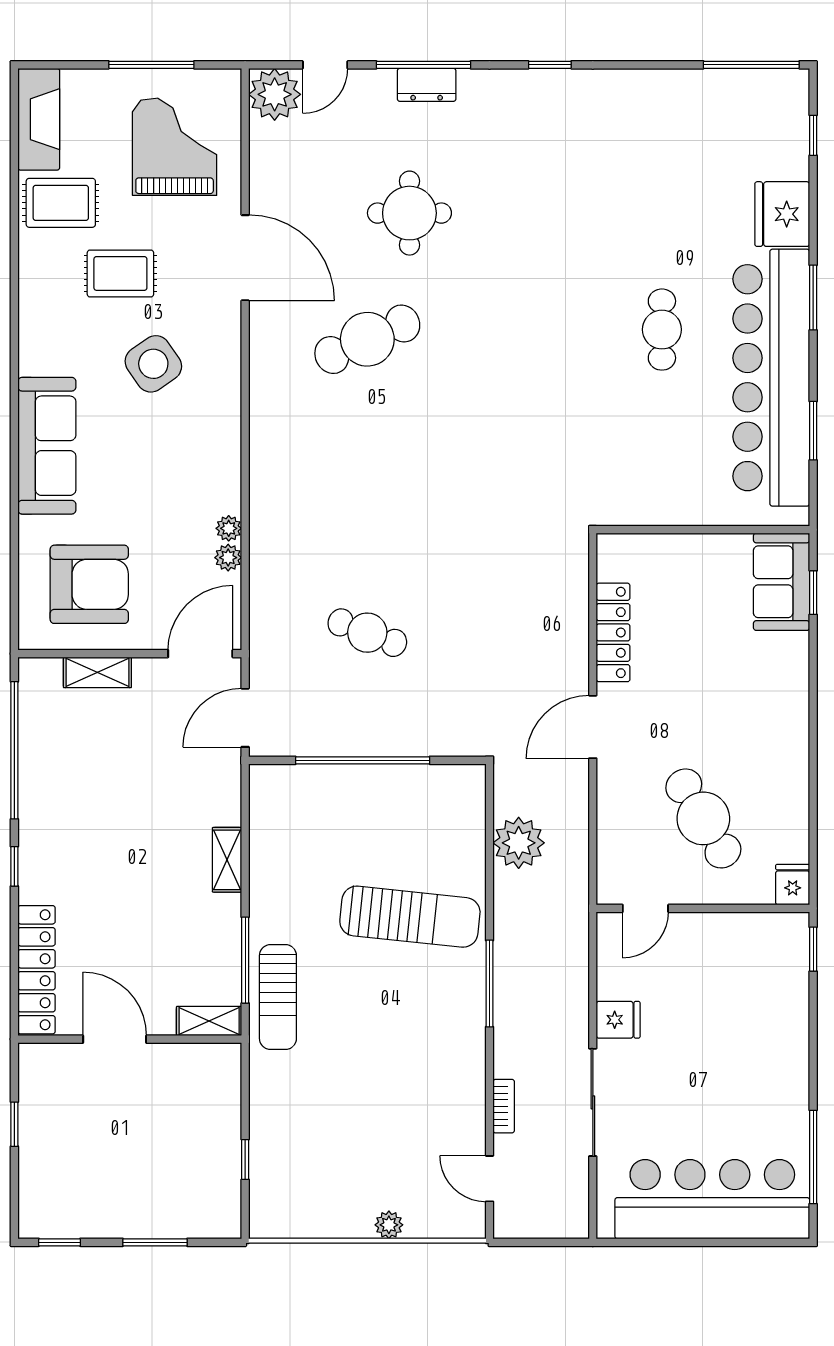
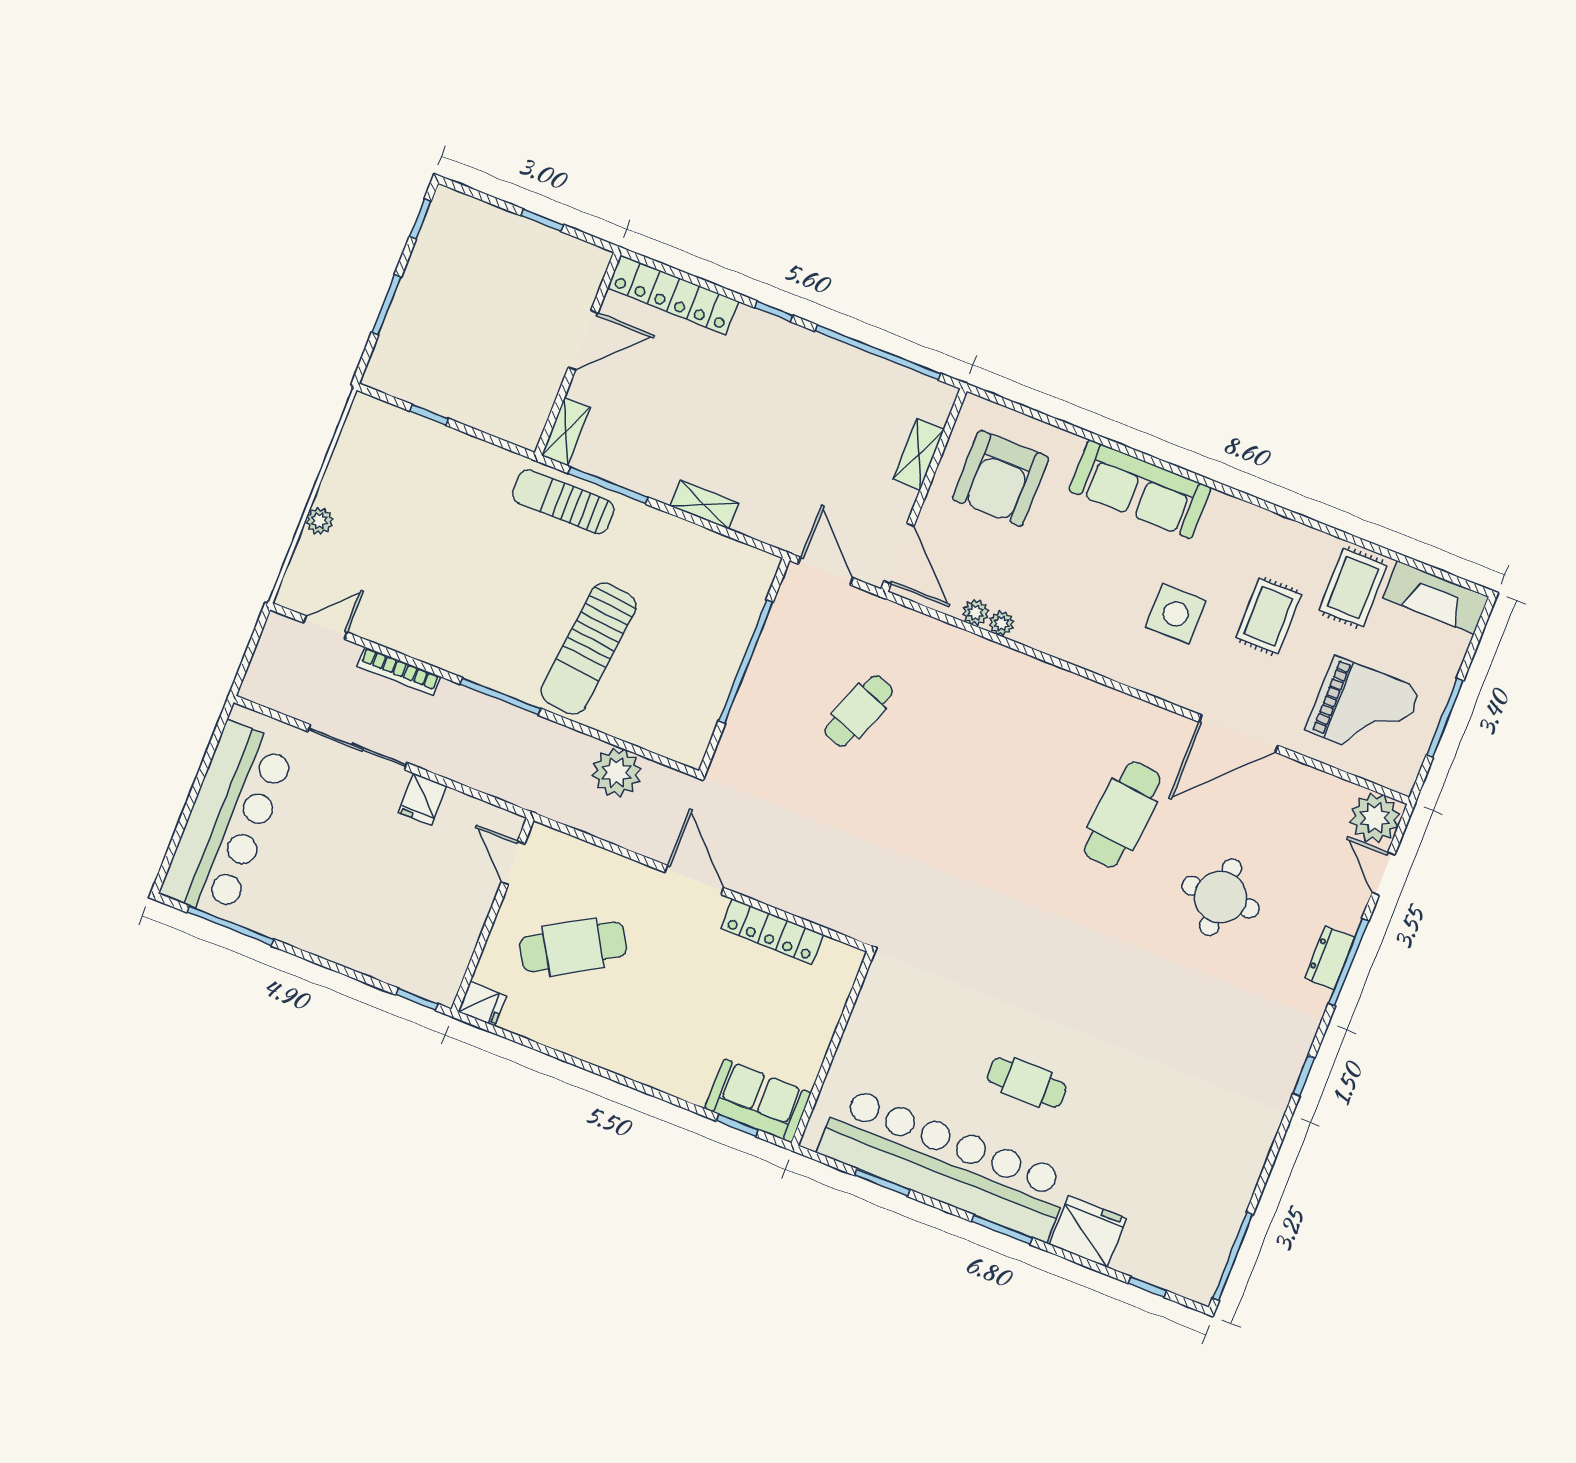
cafe table: (367, 339) -> (1122, 815), turned 30
side table: (153, 364) -> (1176, 614), turned 35
bookcase: (504, 1106) -> (399, 671), width x1.56

